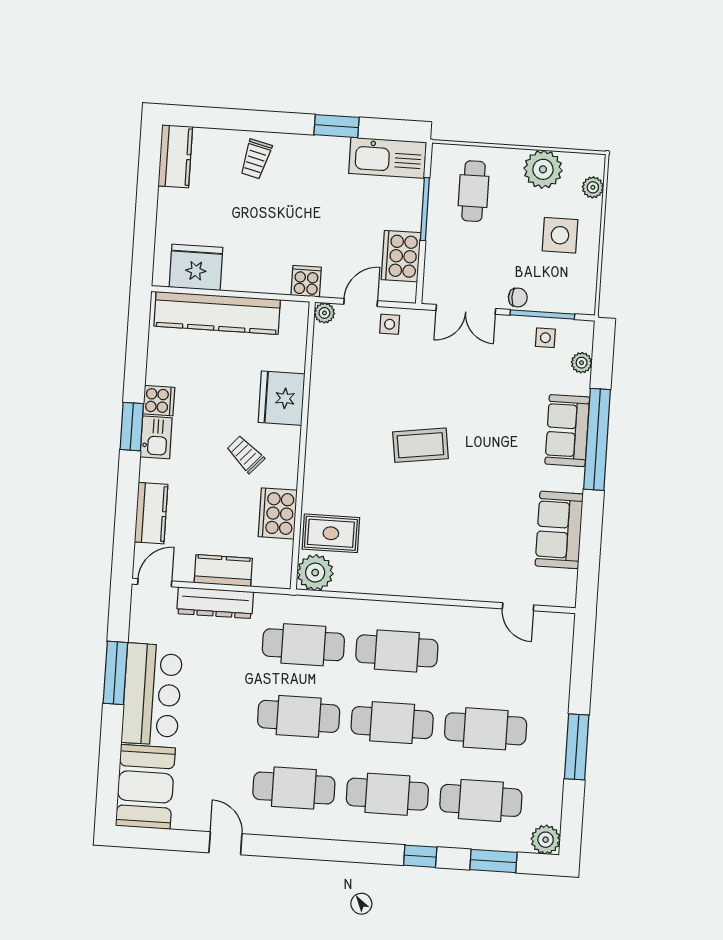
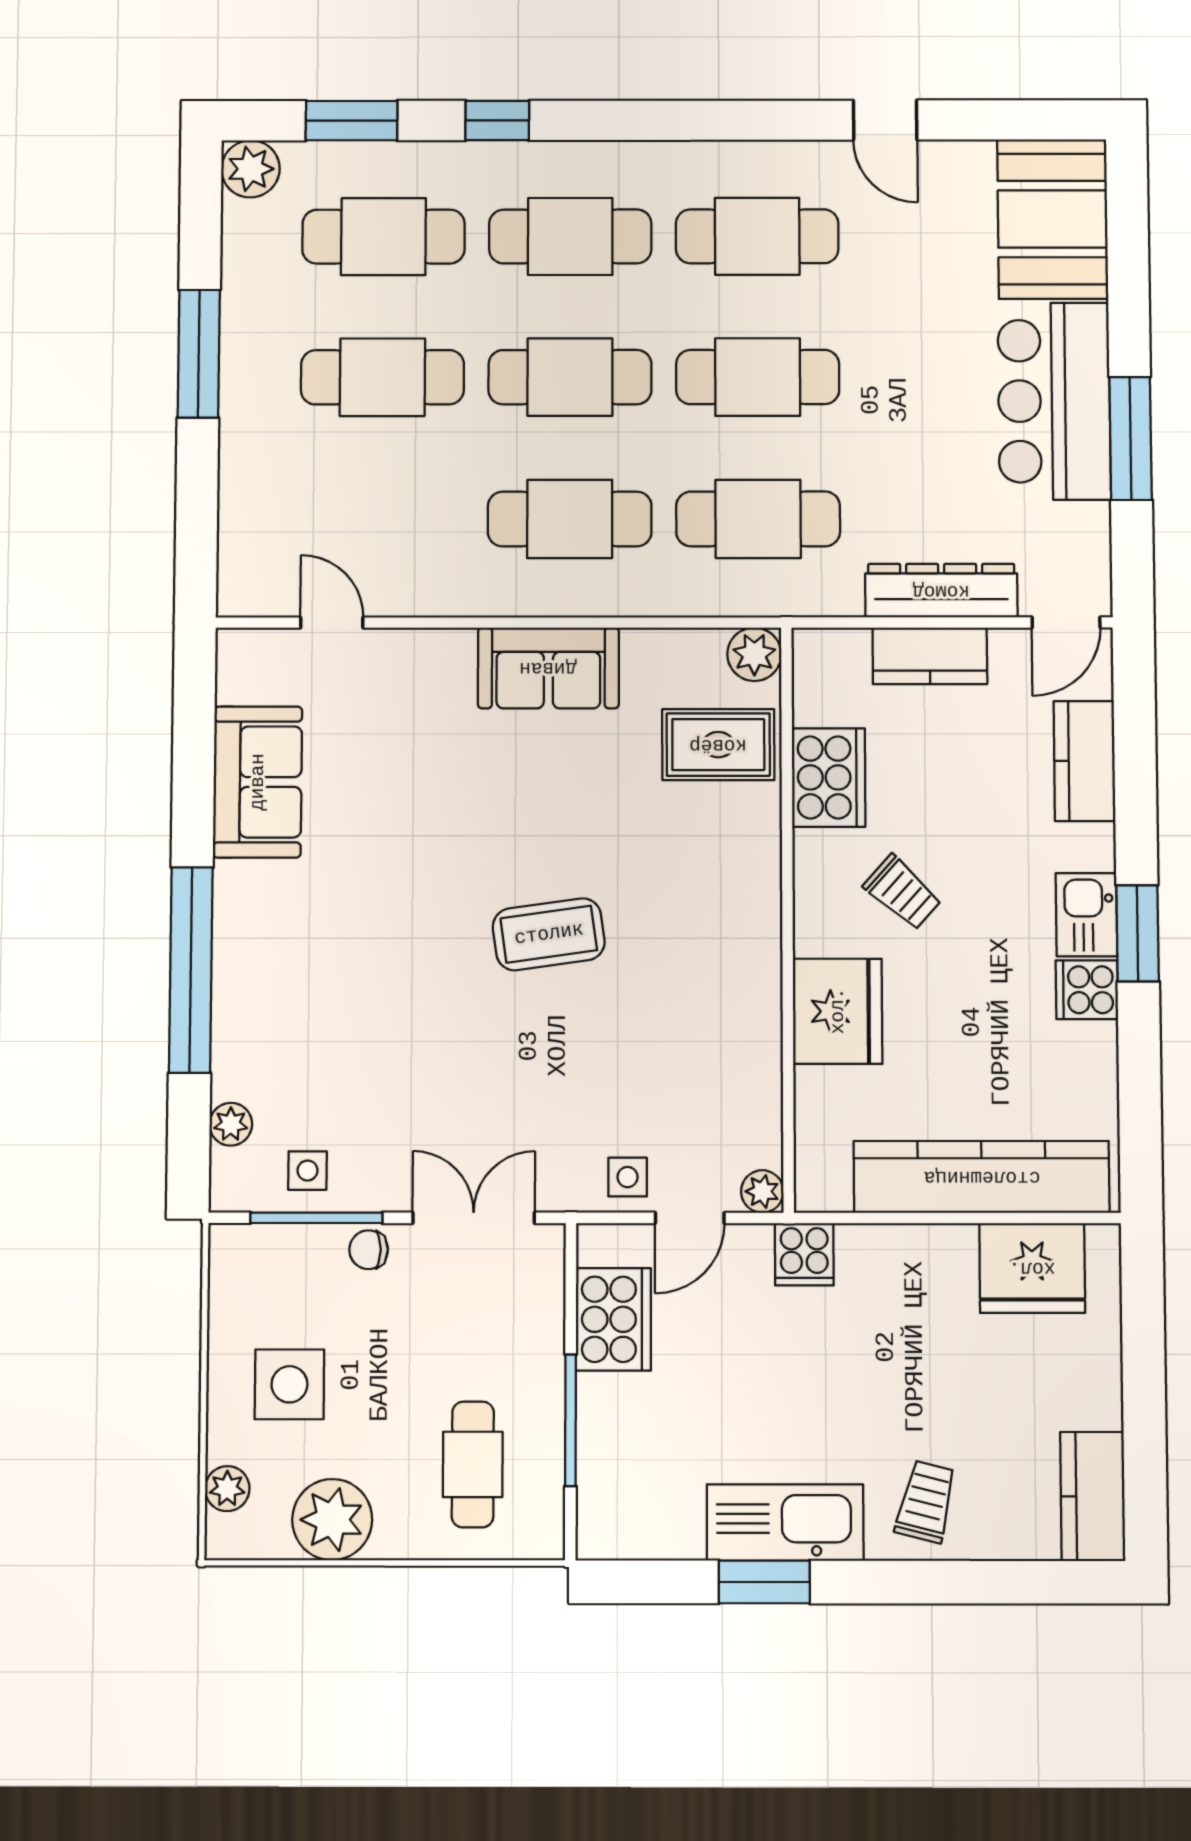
kitchen sink: (388, 158) -> (785, 1522), moved
sofa: (567, 431) -> (548, 668), moved, turned 90
plant: (315, 573) -> (754, 654), width x0.73, depth x0.73

